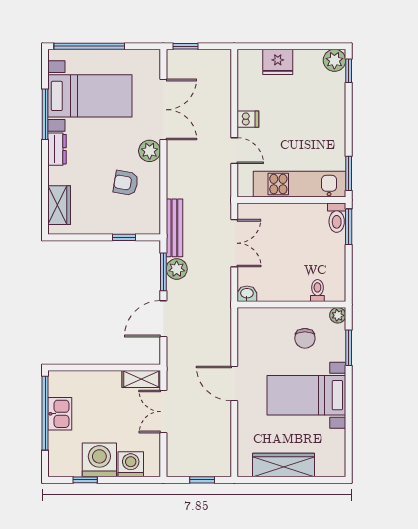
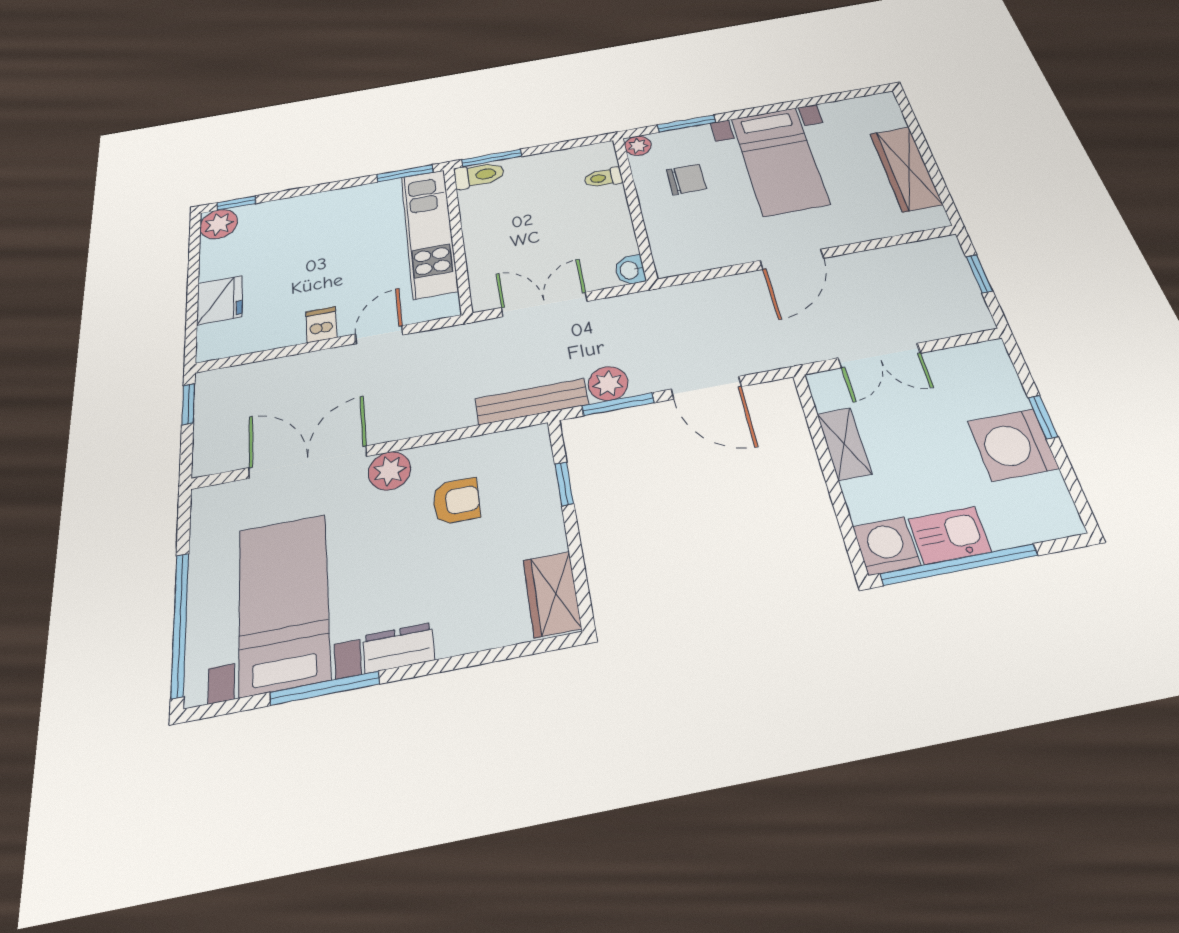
window: (185, 46) -> (188, 404), moved
armchair: (126, 183) -> (456, 501), turned -100
wardrobe: (59, 205) -> (552, 594), moved, turned -90
shelving: (141, 379) -> (844, 444), moved
washing machine: (131, 464) -> (886, 546), moved, turned 90
window: (85, 480) -> (1043, 417), moved

